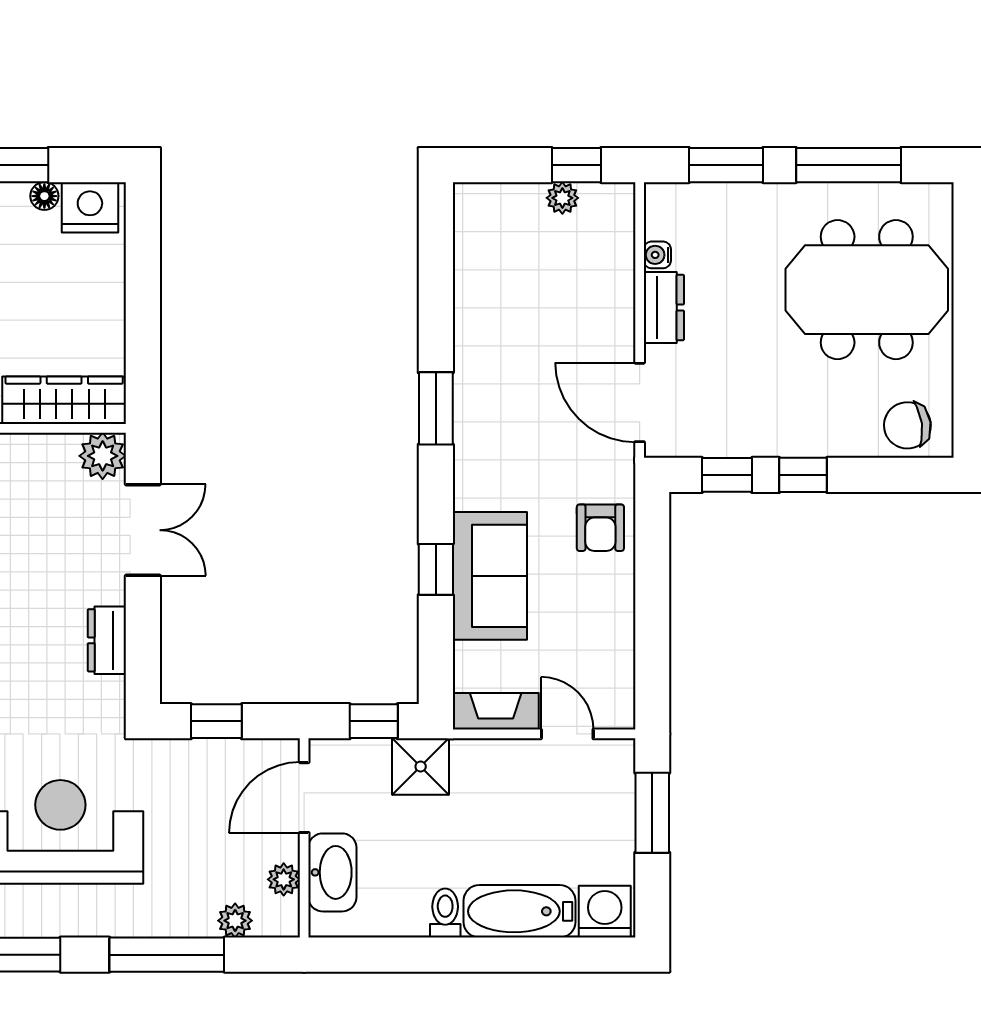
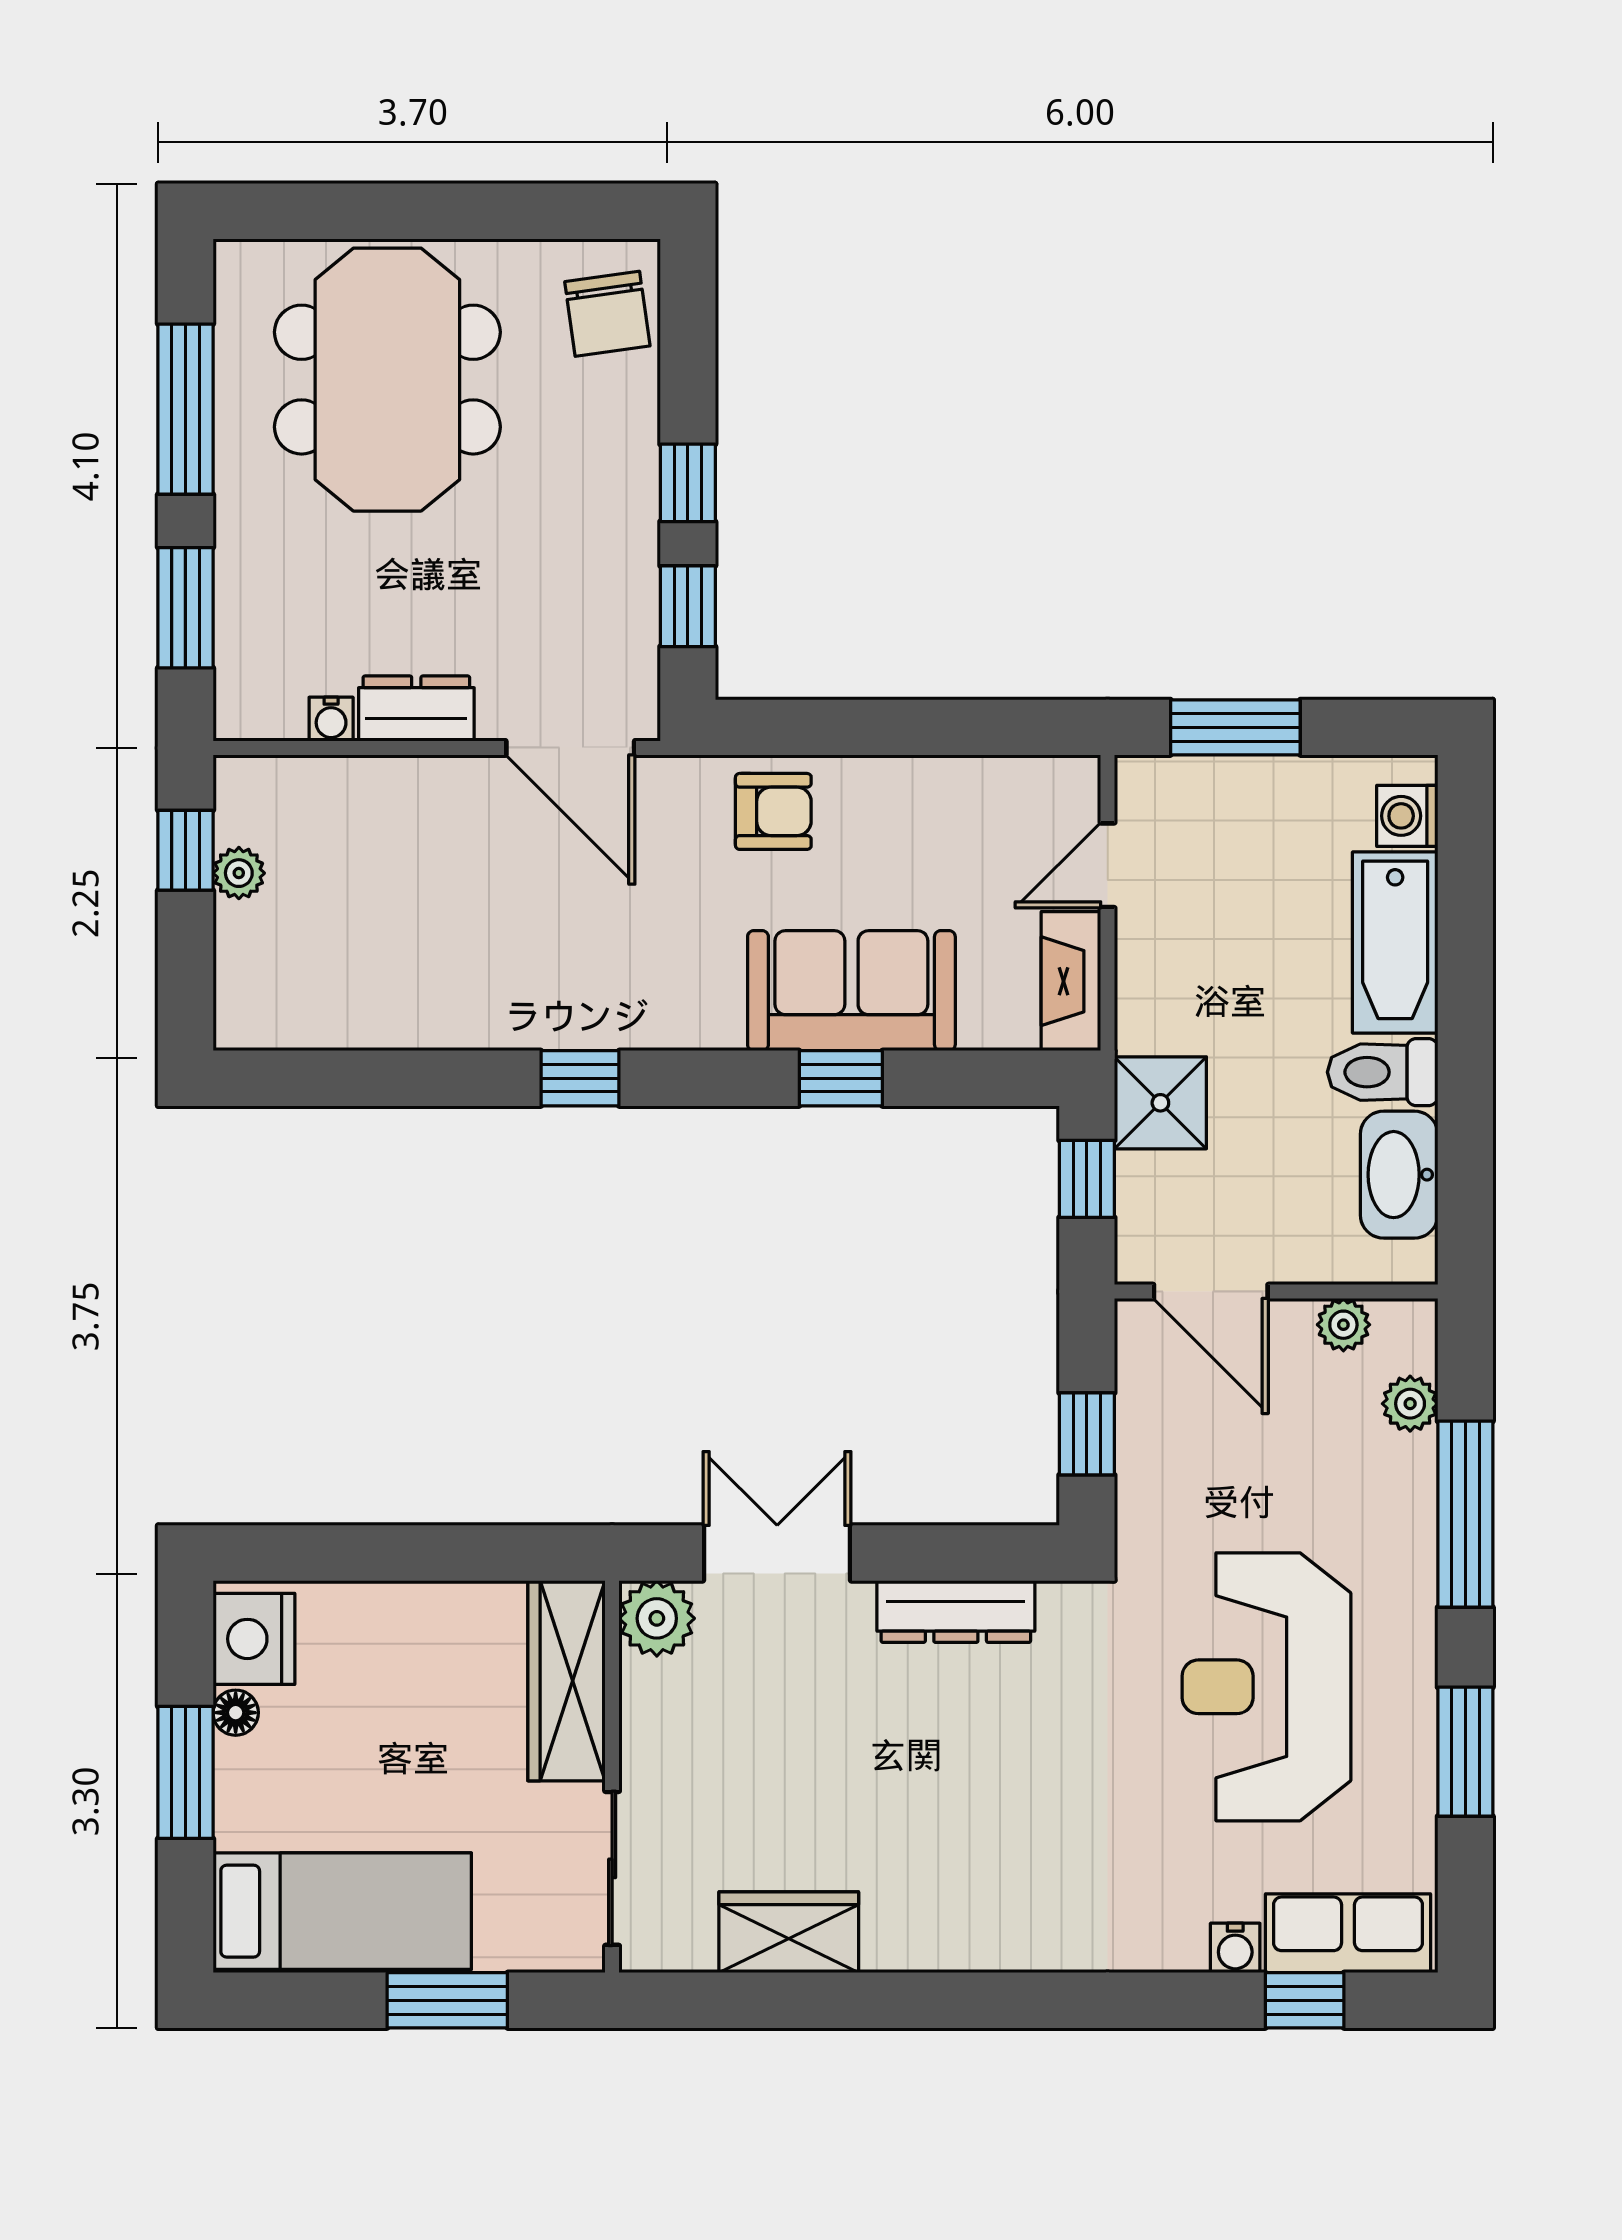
door: (640, 402) -> (570, 748), hinge flipped
window: (436, 408) -> (580, 1078), width x0.67
dresser: (107, 640) -> (956, 1611), width x1.44
washbasin: (332, 872) -> (1399, 1175), moved, turned -90
washing machine: (605, 912) -> (1407, 816), width x0.73, depth x0.73
toilet: (445, 913) -> (1383, 1072), width x1.37, depth x1.39

